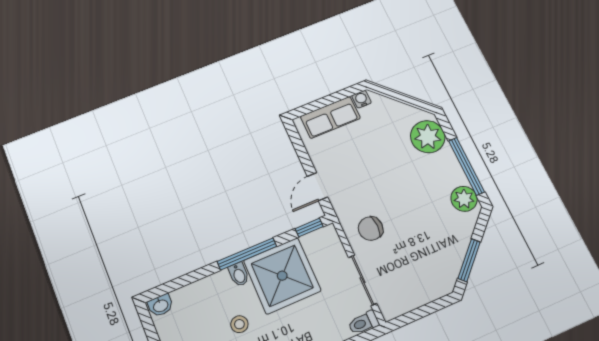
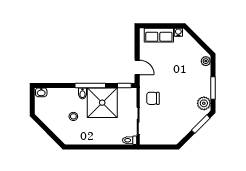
plant: (428, 137) -> (206, 61), width x0.53, depth x0.53
window: (466, 166) -> (213, 88), width x0.69
door: (317, 187) -> (137, 67), swing flipped
window: (469, 260) -> (201, 124), moved

